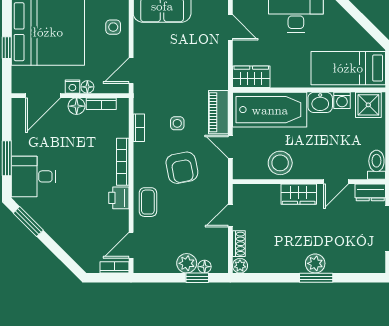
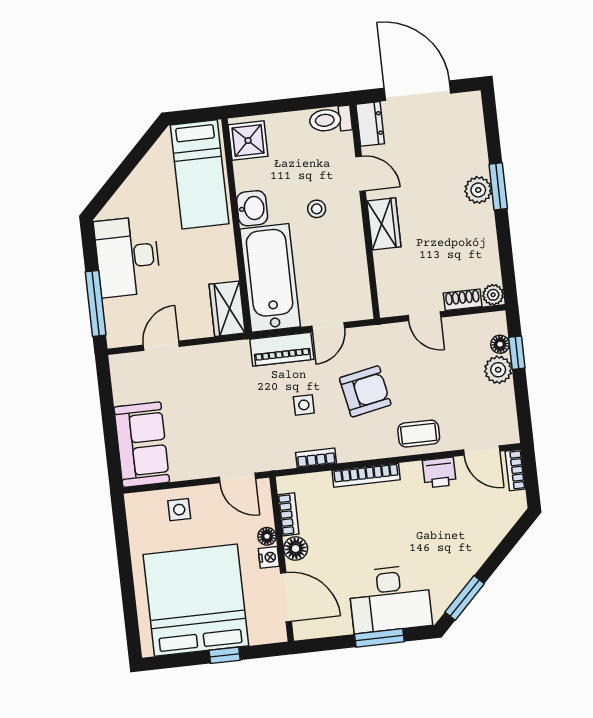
washing machine: (342, 100) -> (246, 178), removed
stool: (280, 163) -> (317, 209), moved, width x0.53, depth x0.53
desk: (33, 176) -> (390, 599), width x1.37
printer: (119, 198) -> (439, 473), moved

